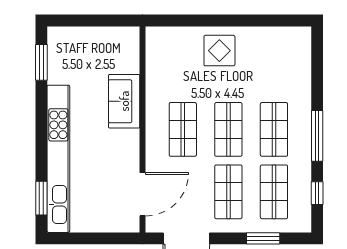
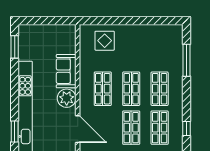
display table: (219, 51) -> (105, 41), moved
window: (317, 136) -> (186, 60), moved
plant: (125, 145) -> (67, 98), added
door: (143, 194) -> (78, 129), hinge flipped

